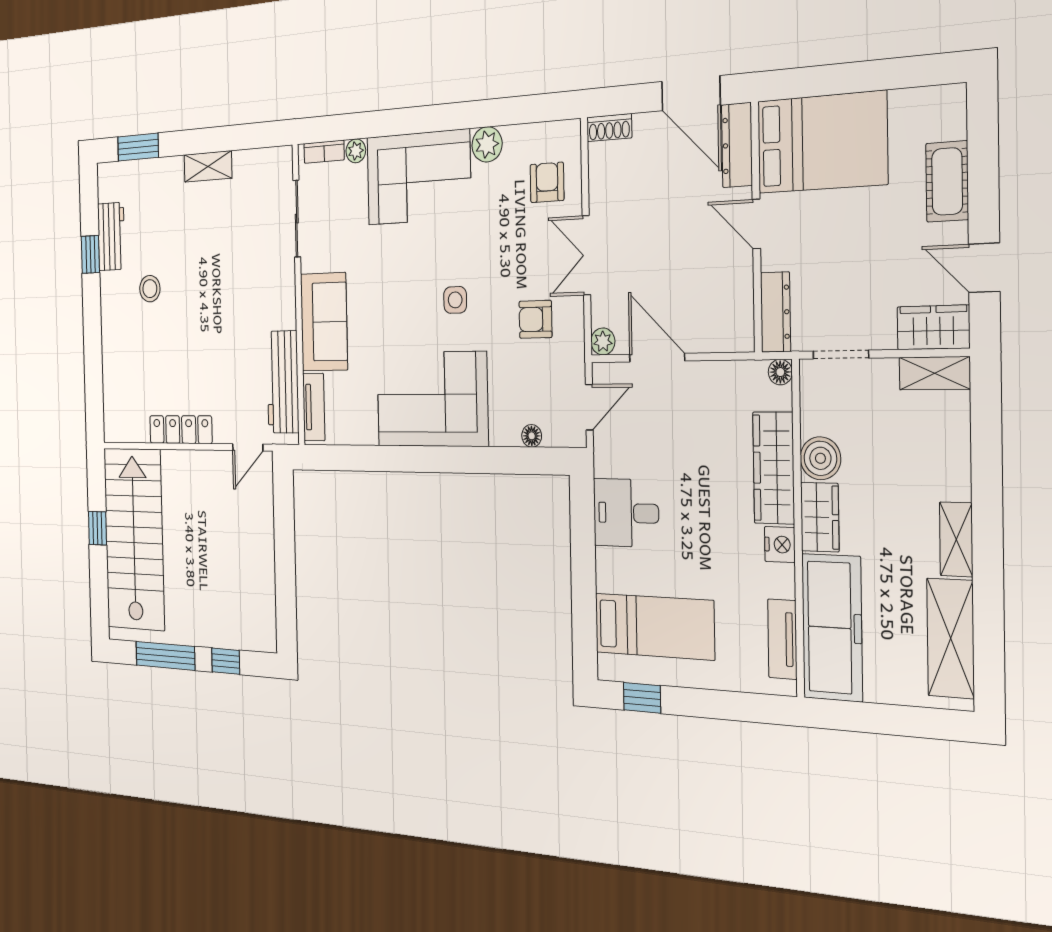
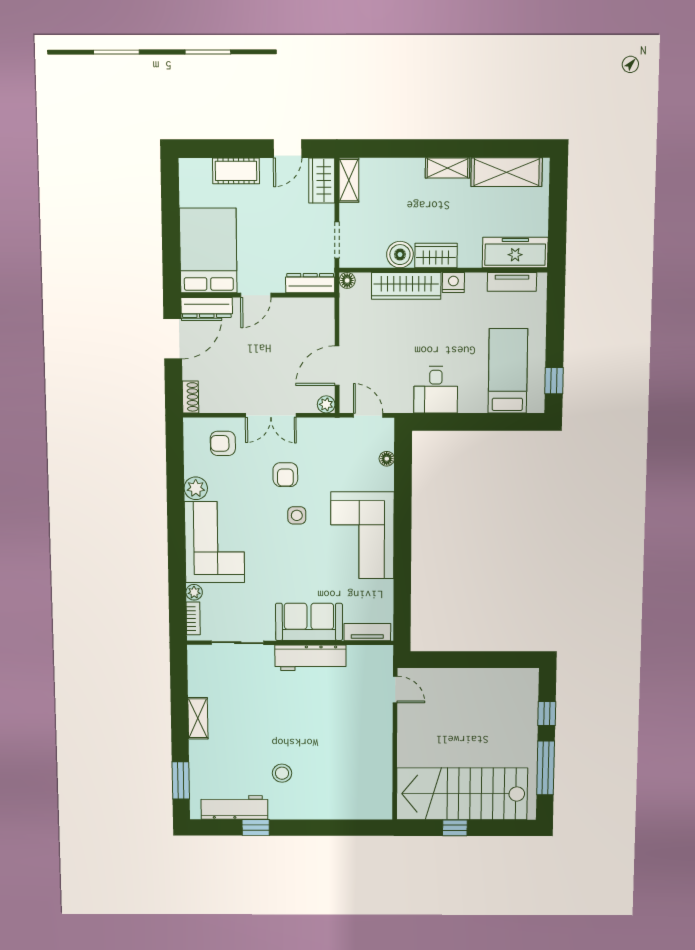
workbench: (111, 236) -> (234, 807), width x1.38
armchair: (535, 319) -> (285, 475), moved
workbench: (283, 382) -> (310, 658), moved
locker: (181, 430) -> (383, 749), removed
freezer: (832, 627) -> (515, 253), width x0.73, depth x0.79

